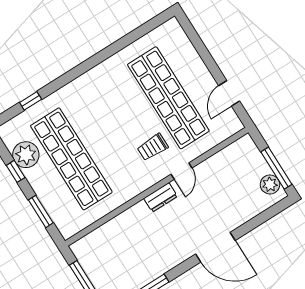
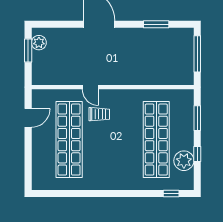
window: (31, 101) -> (171, 193), moved
window: (276, 168) -> (28, 50), width x0.69
door: (181, 171) -> (90, 87), swing flipped
dresser: (161, 197) -> (114, 79), removed

